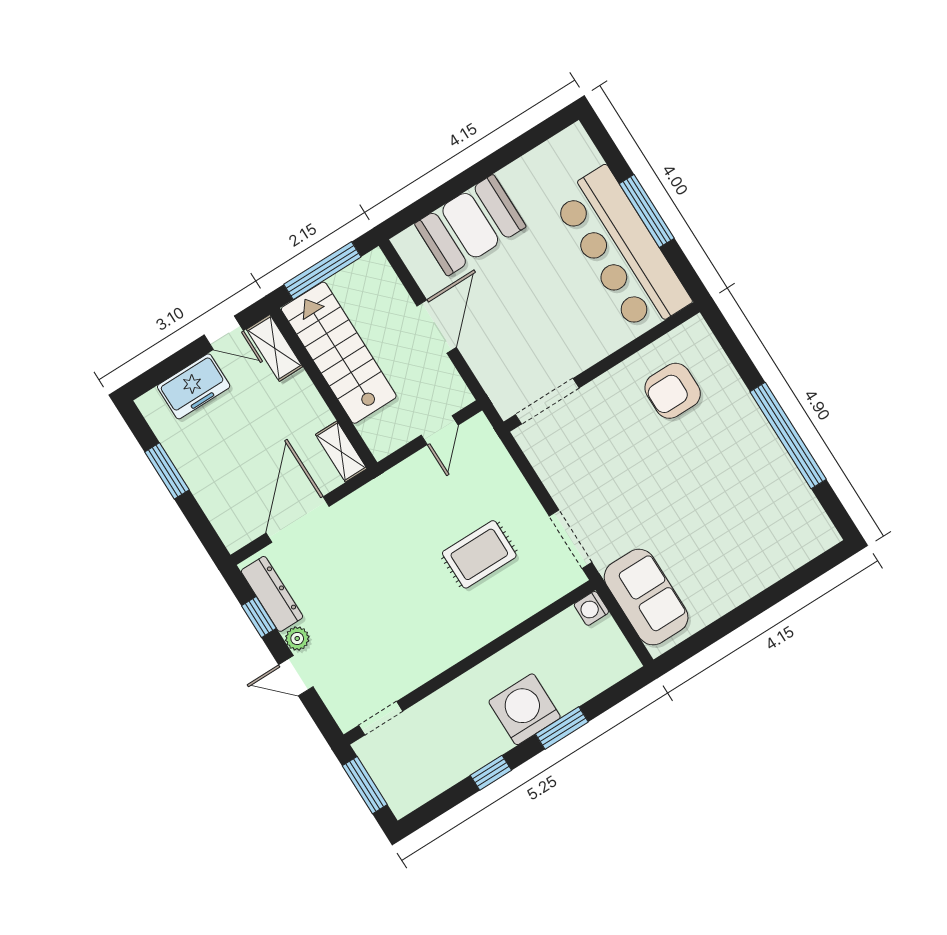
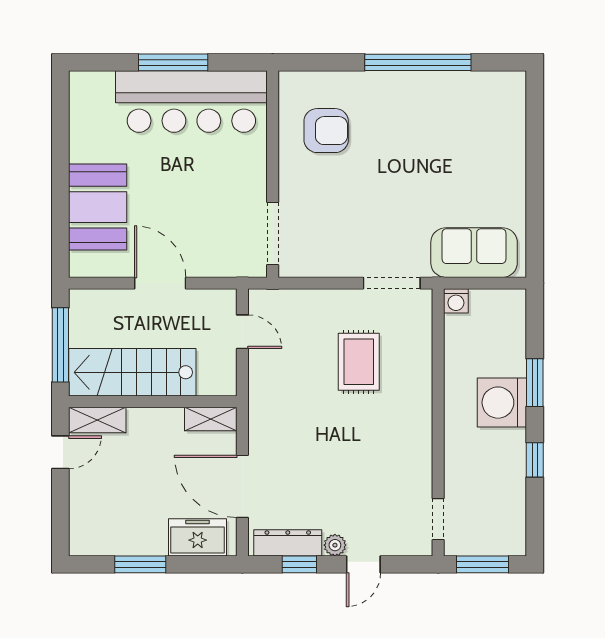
freezer: (194, 386) -> (198, 537), moved, turned -90
armchair: (673, 391) -> (326, 131), turned -90

